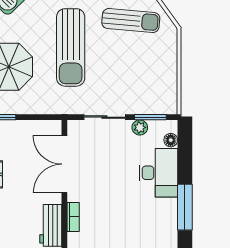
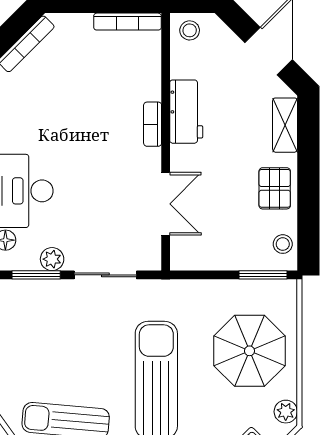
double door: (64, 164) -> (166, 204), width x0.73

